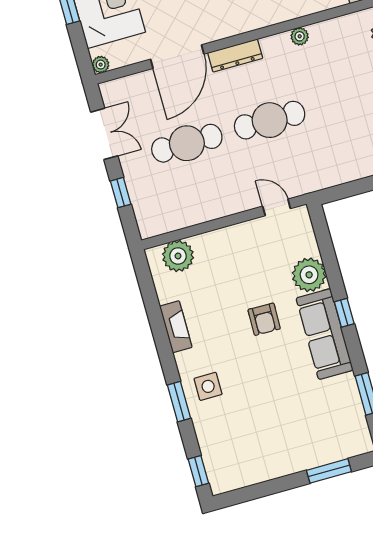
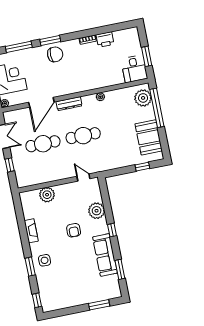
plant: (178, 256) -> (47, 195), moved
sofa: (325, 334) -> (105, 255), moved

